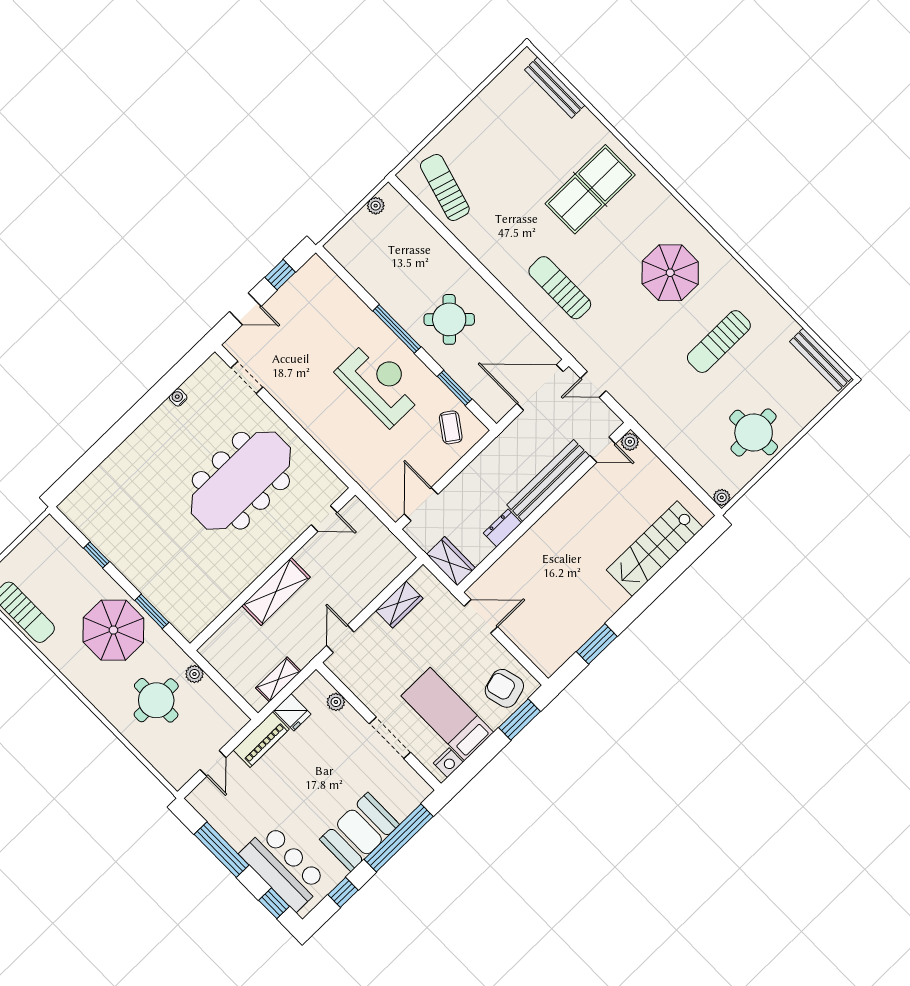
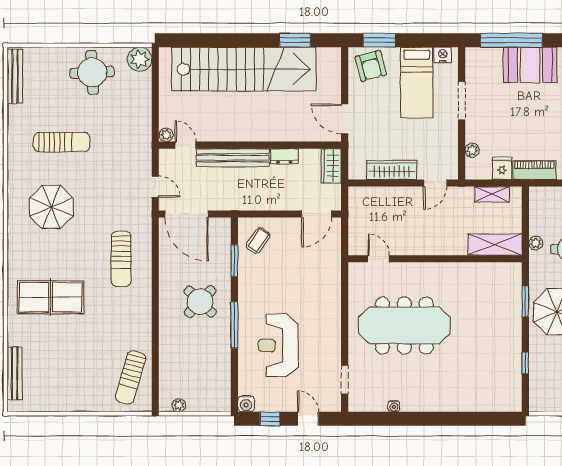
water cooler: (316, 267) -> (246, 404), added
reception desk: (380, 383) -> (278, 345), moved
plant: (722, 497) -> (140, 59), width x1.87, depth x1.87
stairs: (655, 549) -> (244, 69), width x1.86, depth x1.51
shelving: (276, 591) -> (495, 245), moved
wardrobe: (399, 604) -> (392, 170), width x1.50

